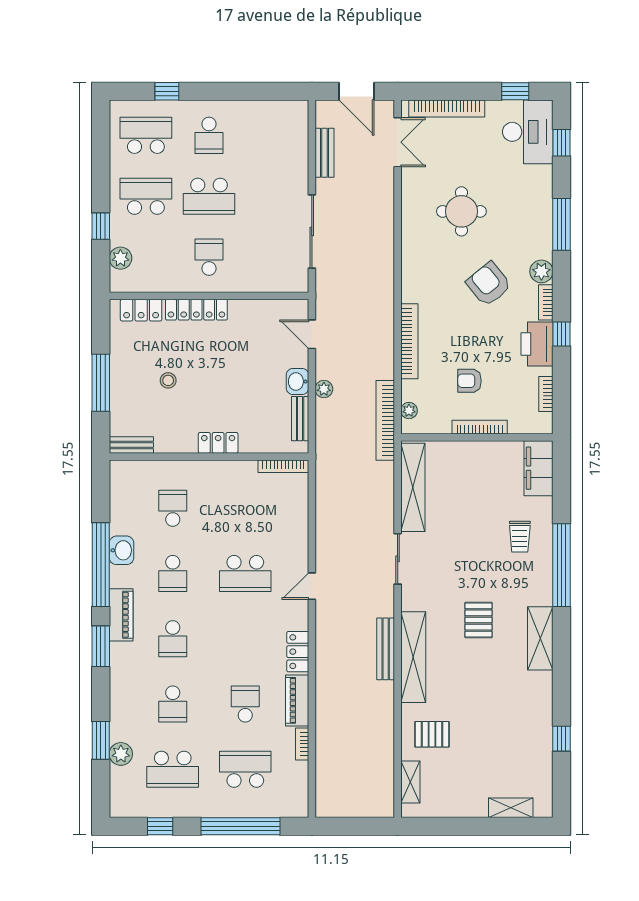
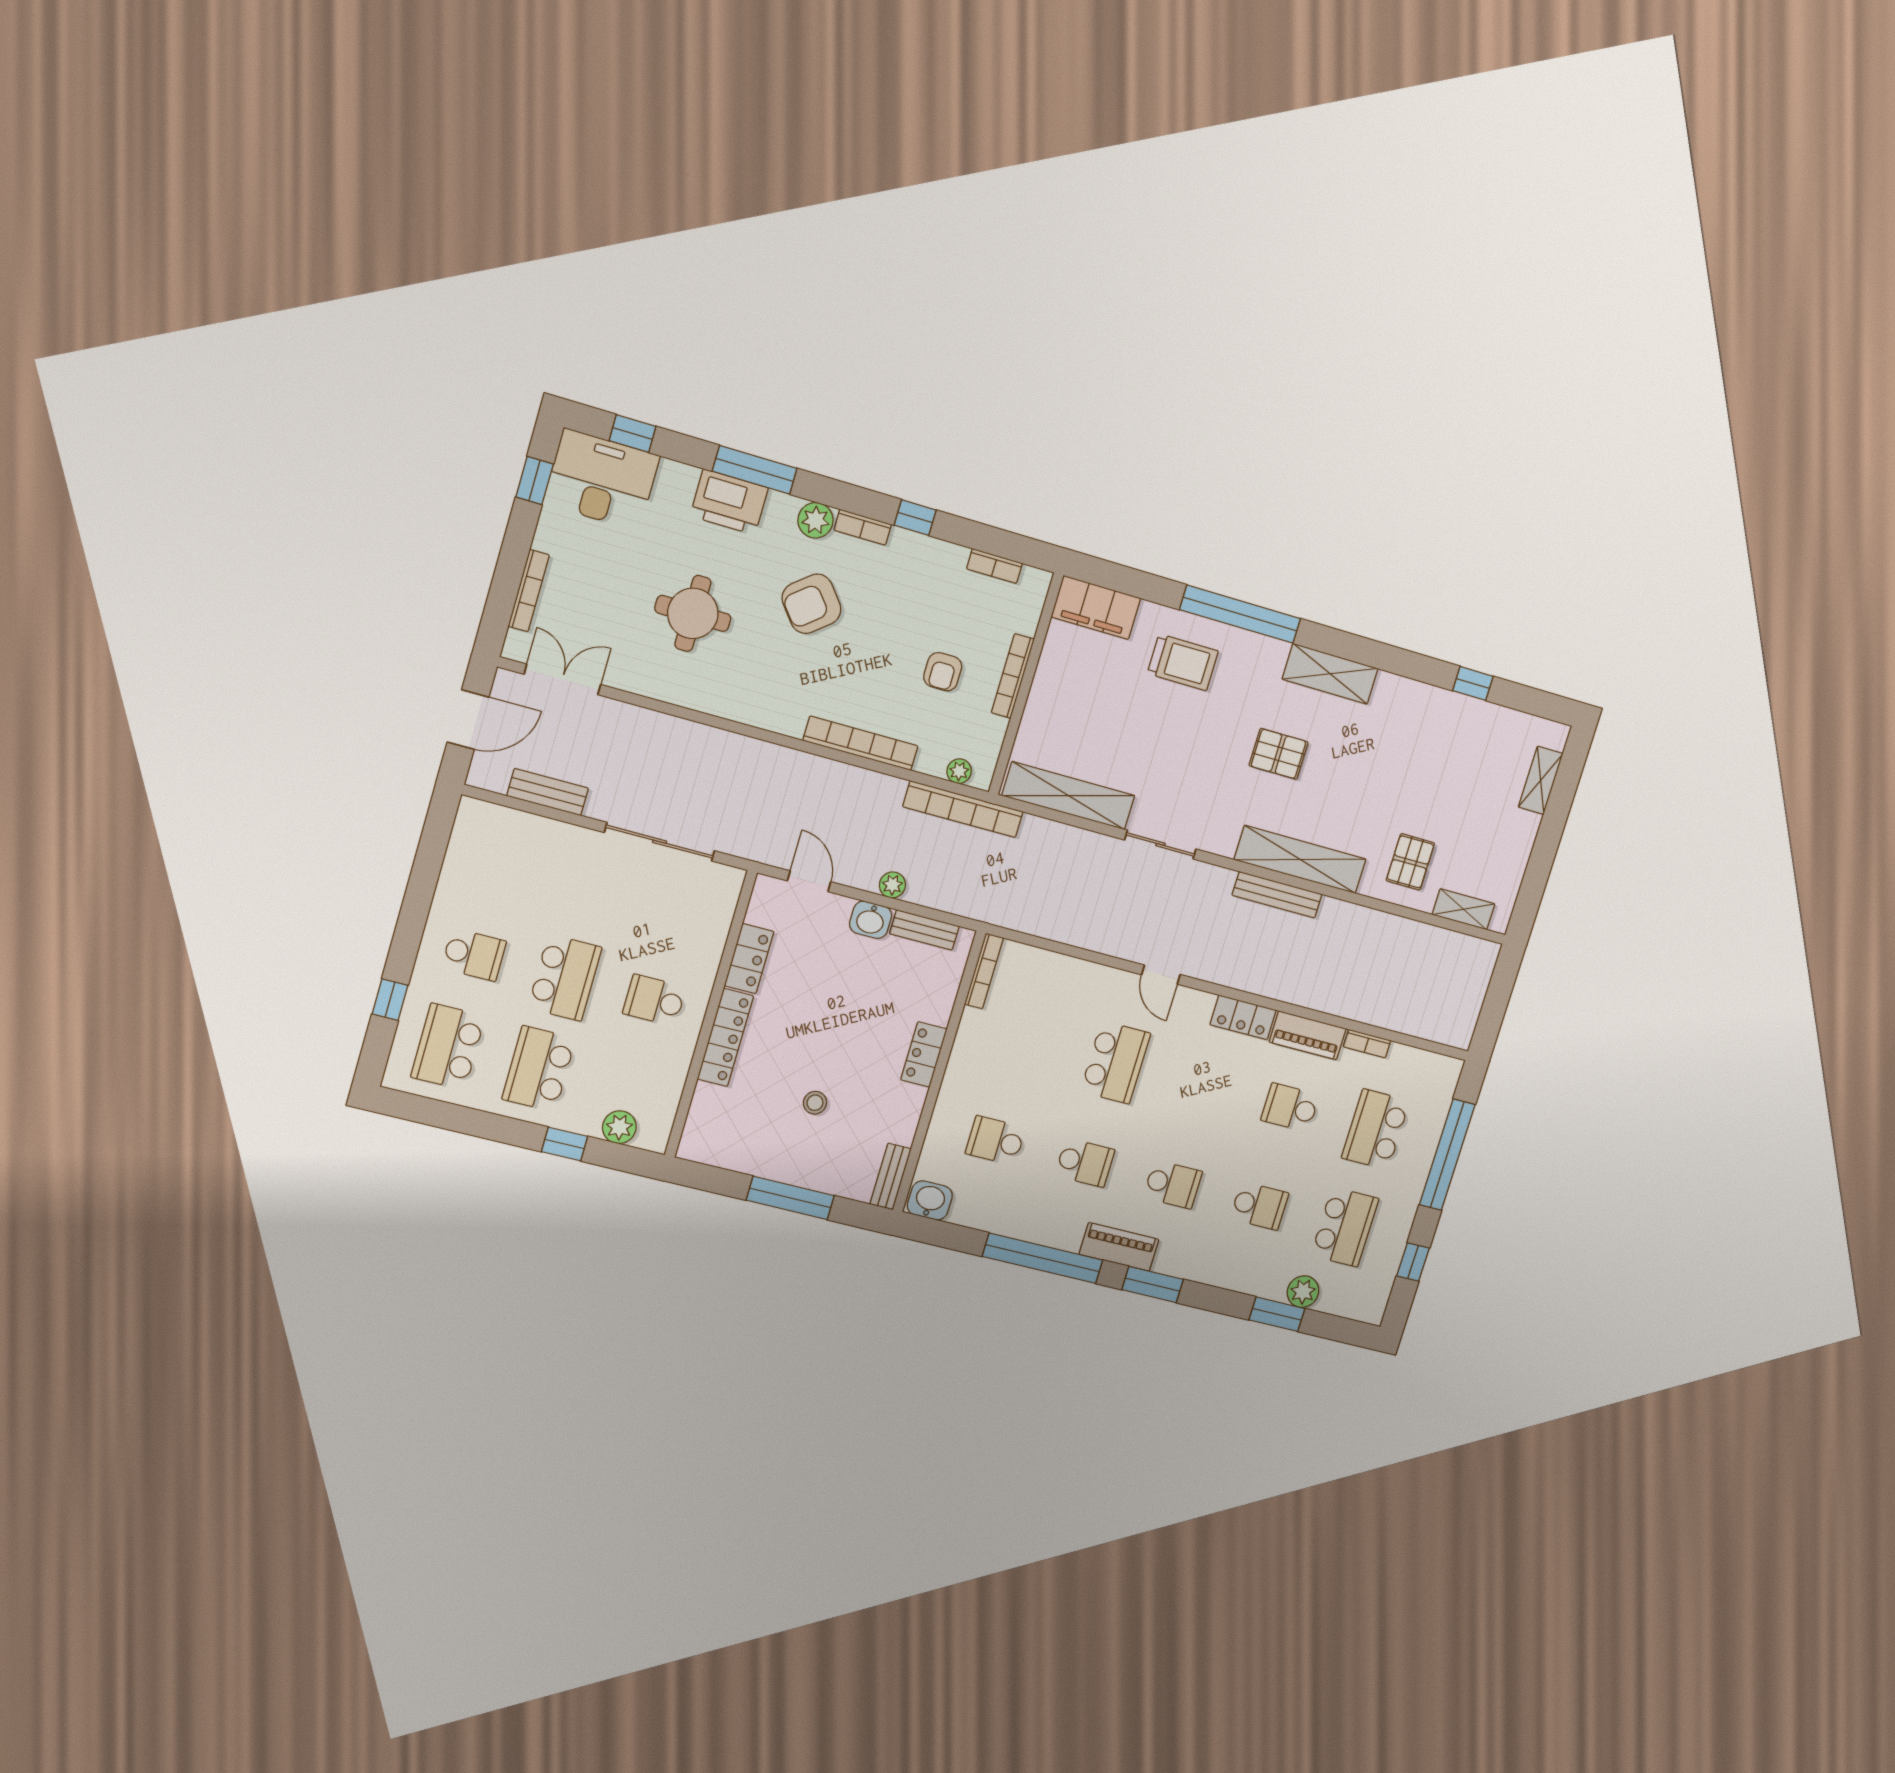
bookcase: (447, 108) -> (529, 591), width x0.68, depth x0.76
locker: (141, 310) -> (749, 959), moved
door: (312, 334) -> (809, 881), swing flipped
printer: (537, 344) -> (729, 502), moved
trolley: (520, 537) -> (1183, 662), width x1.36, depth x1.39
washbasin: (122, 550) -> (930, 1201), moved

